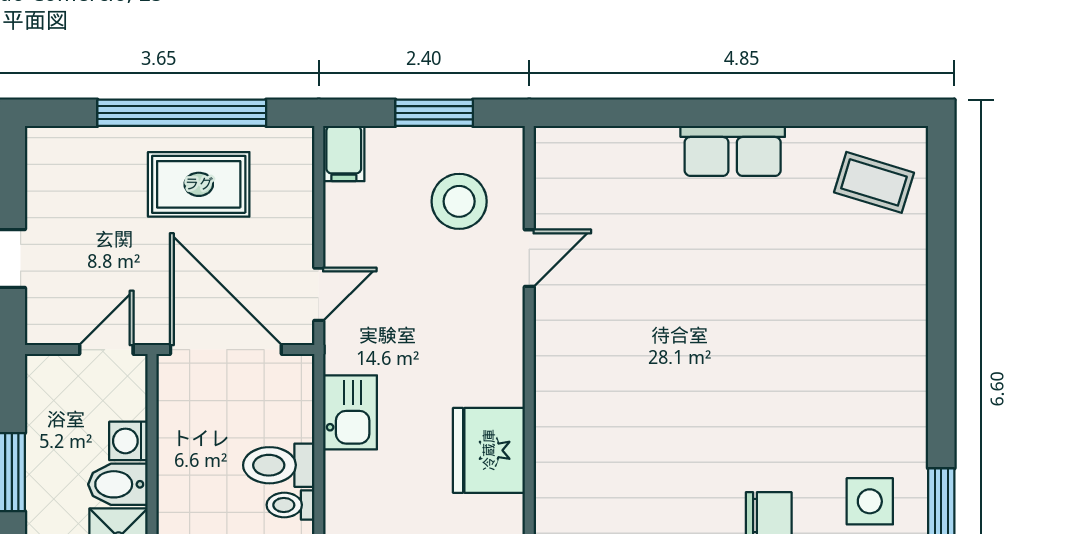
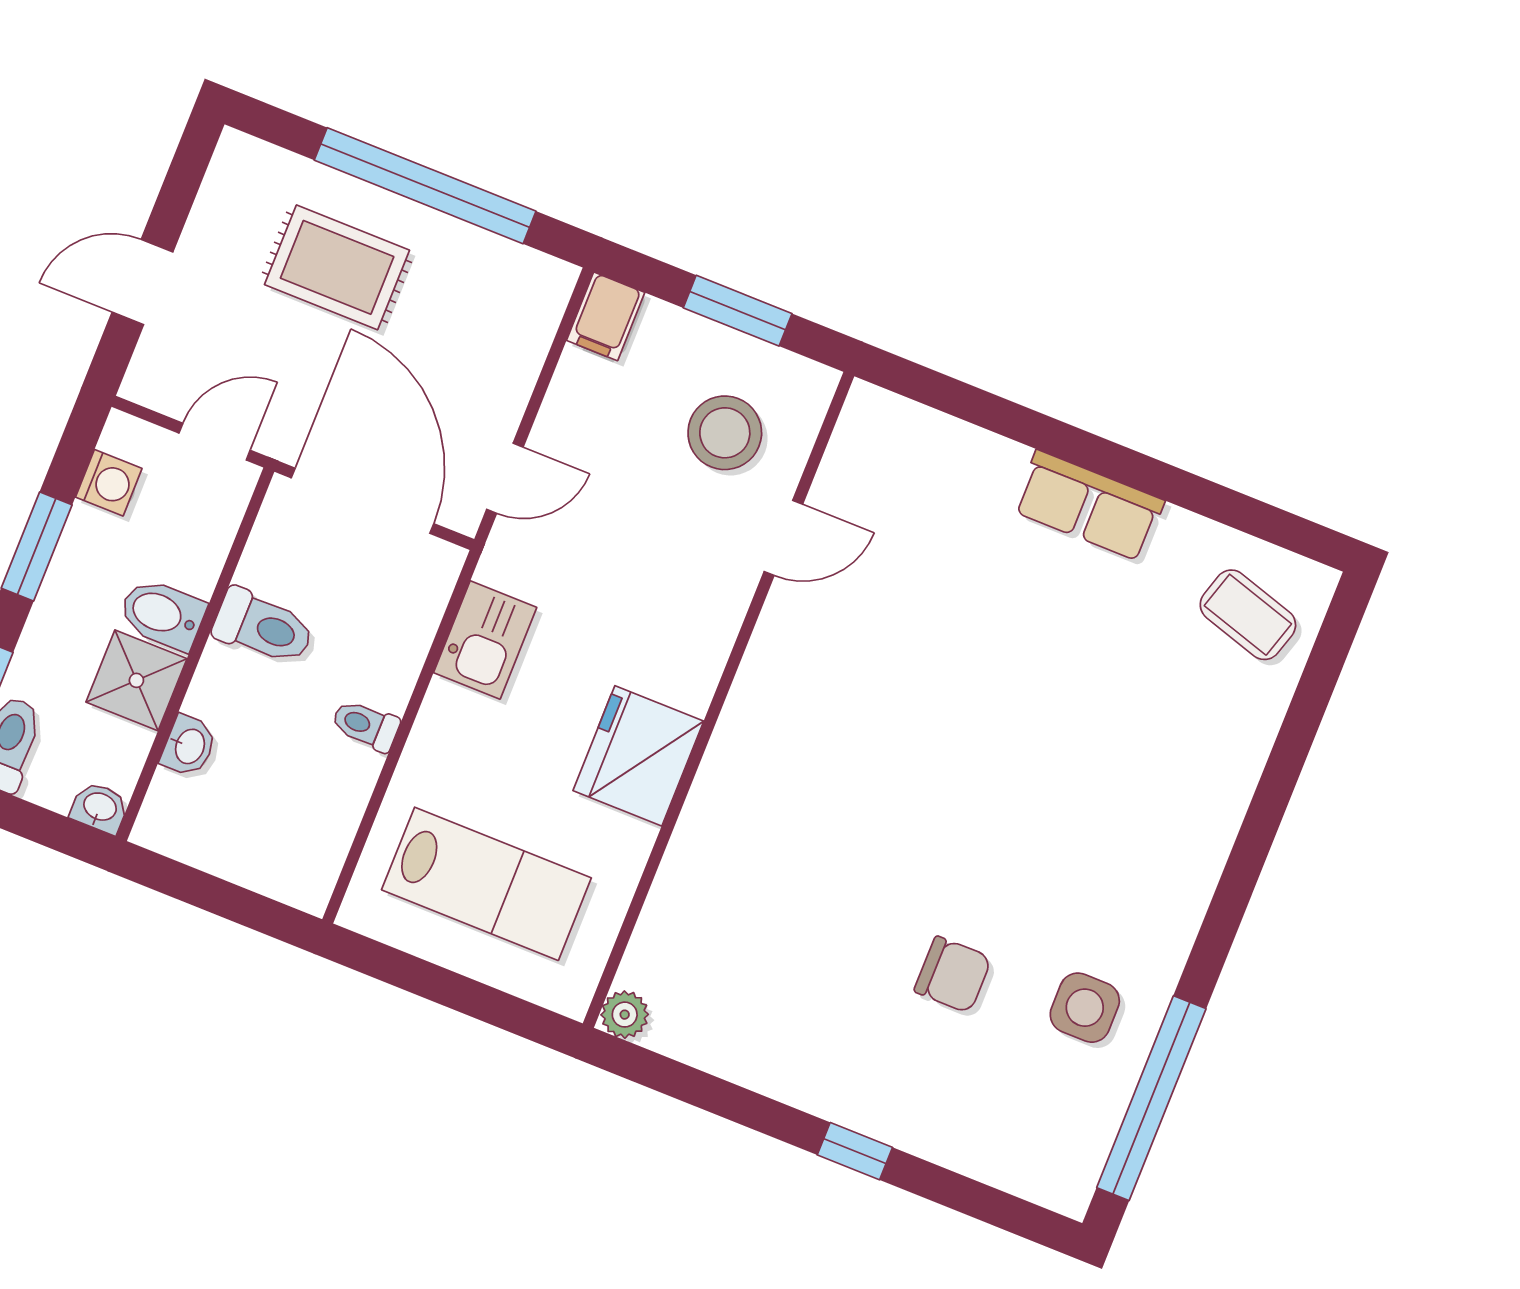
rug: (199, 184) -> (337, 267), moved
washing machine: (128, 441) -> (109, 483), moved, turned 180
toilet: (279, 465) -> (263, 627), moved, turned 180

